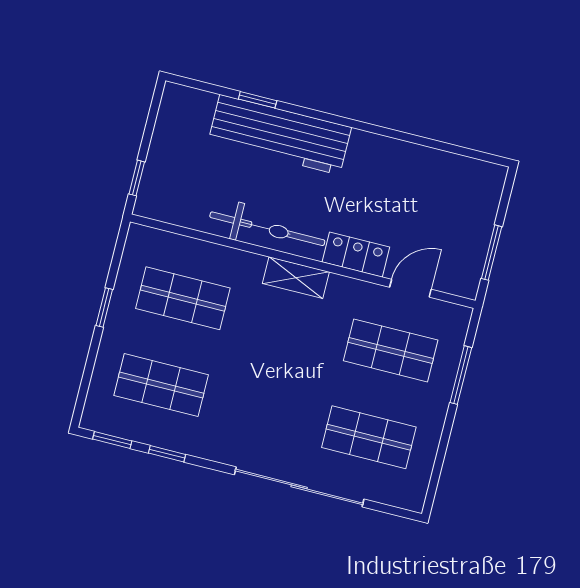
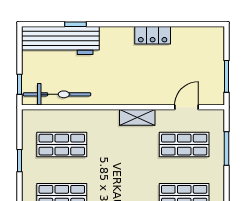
workbench: (280, 135) -> (60, 40), moved
bicycle: (267, 229) -> (57, 94), moved
locker: (356, 255) -> (153, 35), moved, turned 180
shelving: (296, 278) -> (137, 117), moved

